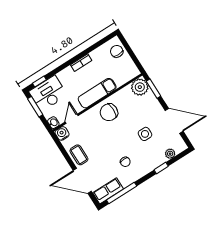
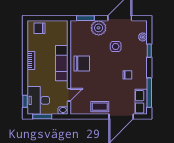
plant: (140, 87) -> (99, 28), moved
chair: (109, 112) -> (82, 63), turned -90
door: (72, 119) -> (69, 95), swing flipped
water cooler: (62, 133) -> (75, 109), removed

